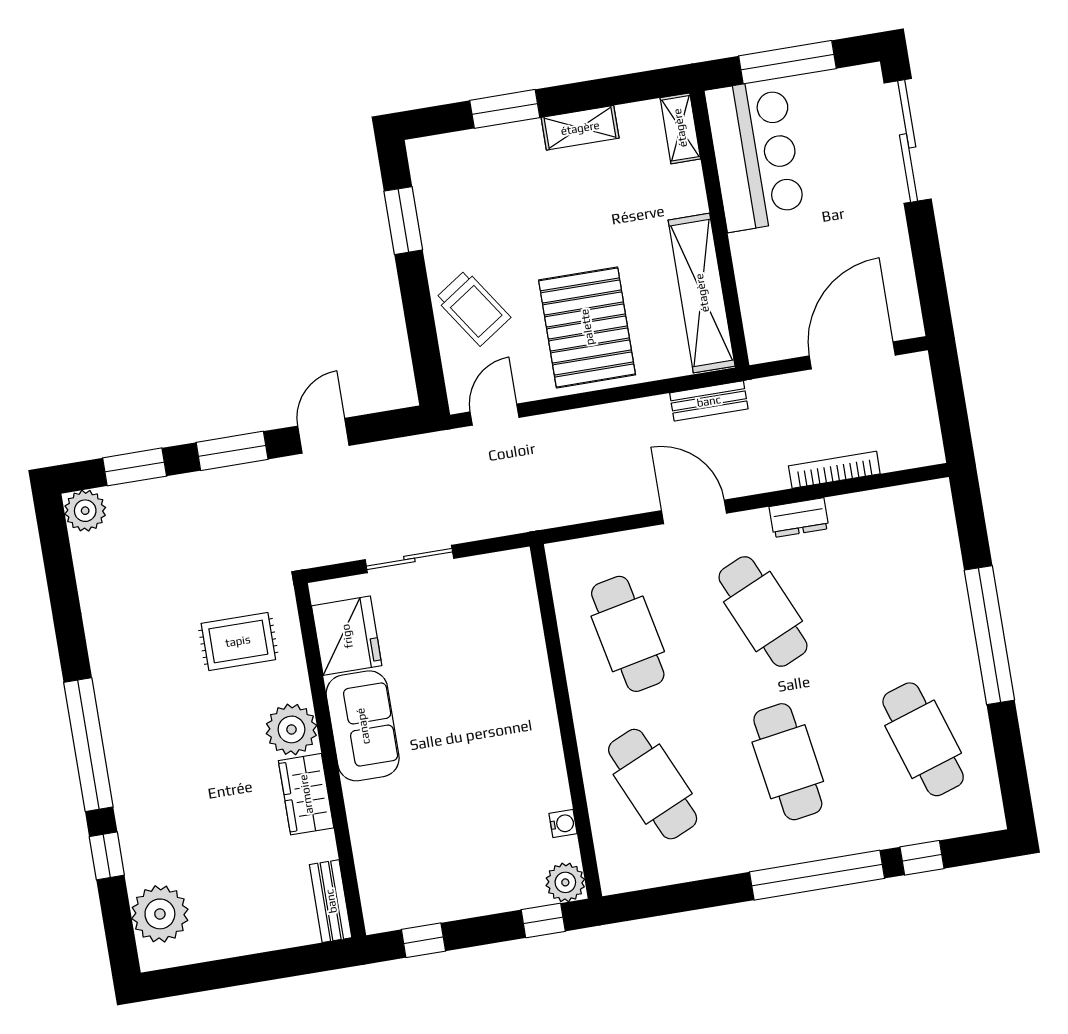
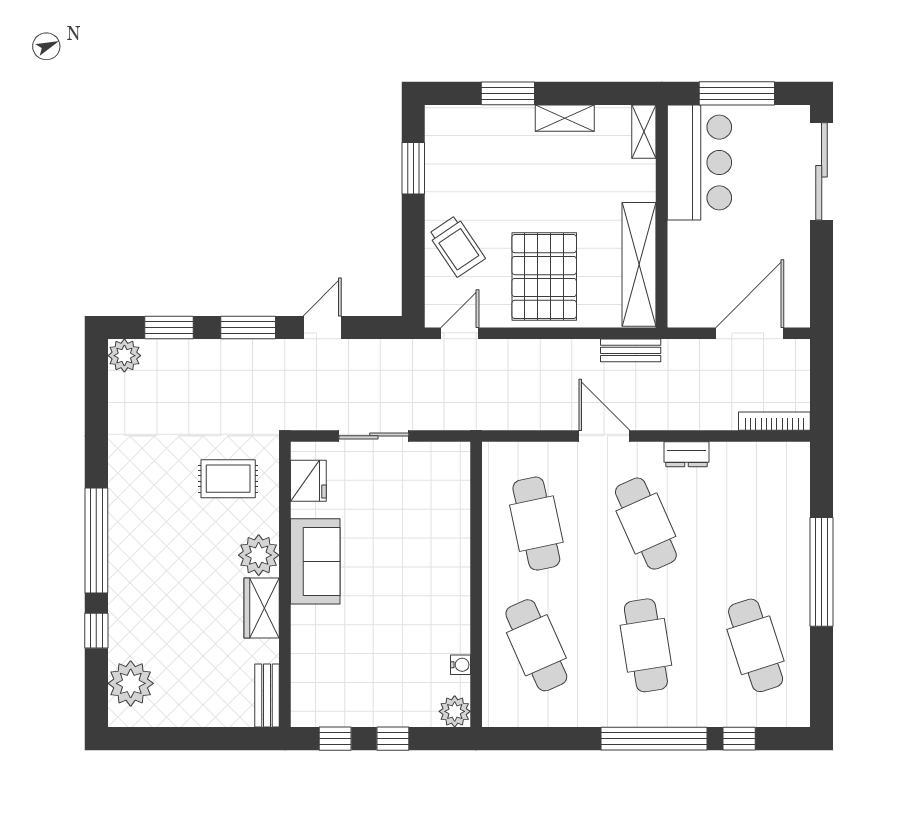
bookcase: (834, 470) -> (774, 421), moved
fridge: (347, 636) -> (308, 481), width x0.73, depth x0.75
window: (543, 920) -> (393, 739), moved

